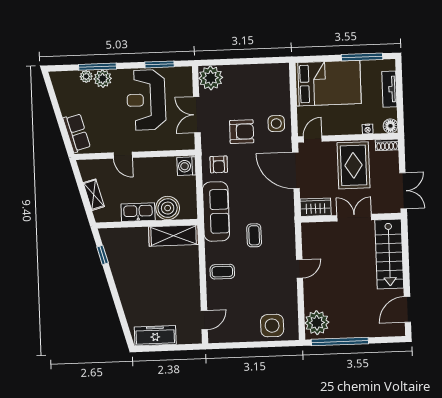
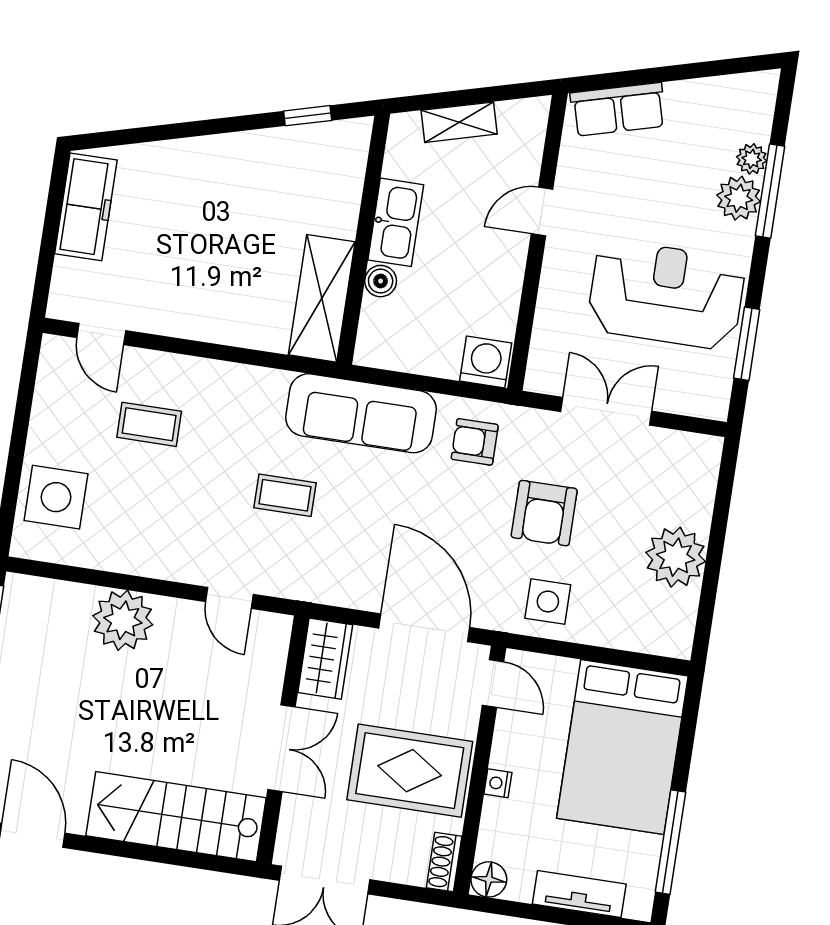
plant: (211, 78) -> (676, 557), moved
nightstand: (368, 129) -> (498, 783), moved
door: (296, 170) -> (424, 628), hinge flipped
boiler: (168, 208) -> (381, 281), width x0.54, depth x0.54
door: (300, 269) -> (229, 598), moved
coffee table: (222, 272) -> (149, 424), moved, turned 90
plant: (317, 323) -> (123, 620), moved

